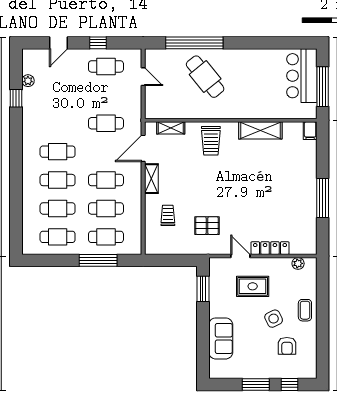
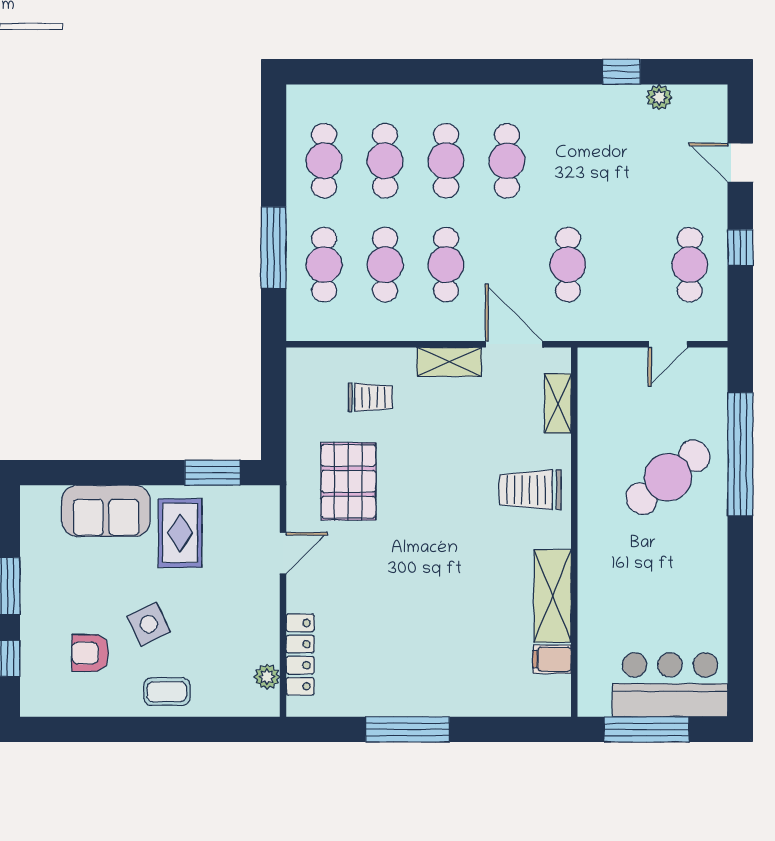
filing cabinet: (310, 131) -> (552, 659), moved
pallet: (207, 226) -> (348, 481), width x1.50, depth x1.42
locker: (270, 248) -> (300, 655), moved
rug: (253, 286) -> (180, 533), moved

